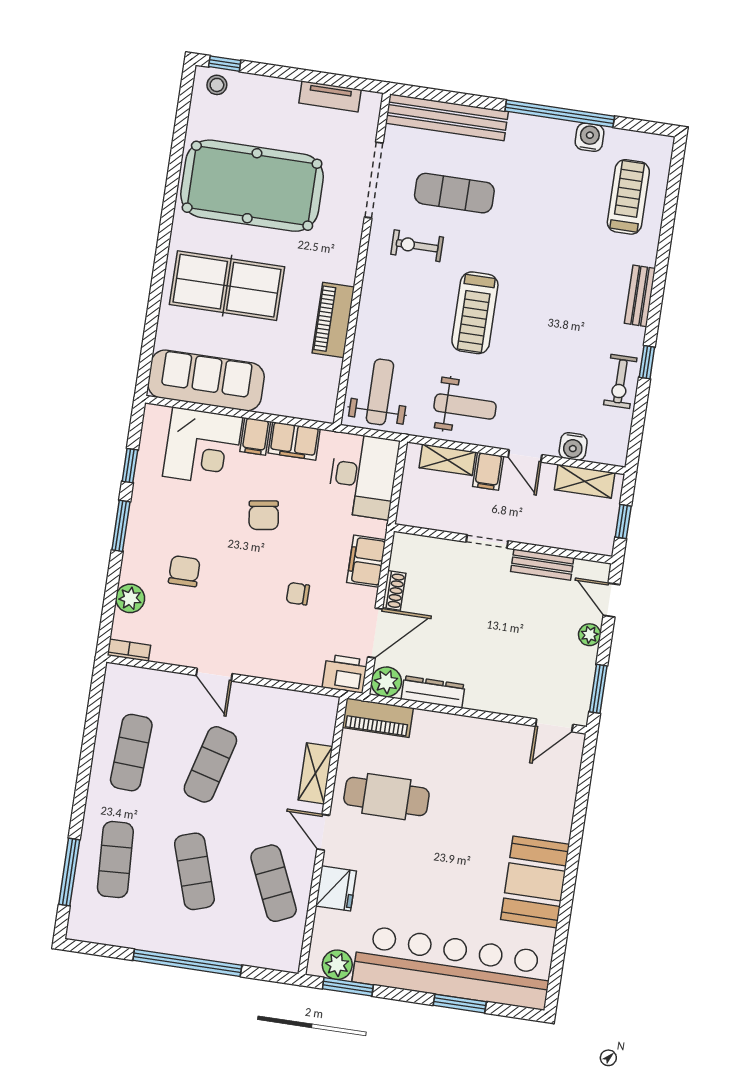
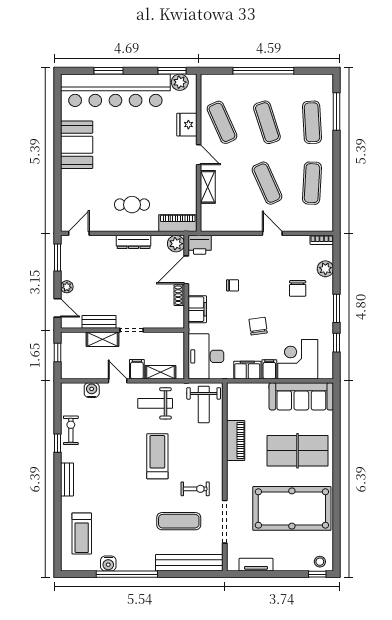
shelving: (585, 481) -> (103, 339), moved
dresser: (433, 692) -> (134, 242), moved
exercise mat: (210, 764) -> (267, 183), turned -39
cafe table: (386, 797) -> (132, 205), moved, width x0.73, depth x0.74

